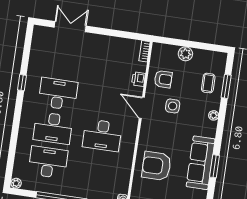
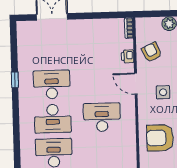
armchair: (163, 79) -> (152, 52), turned -115
side table: (173, 106) -> (163, 92), moved
desk: (102, 135) -> (102, 117), turned 180

